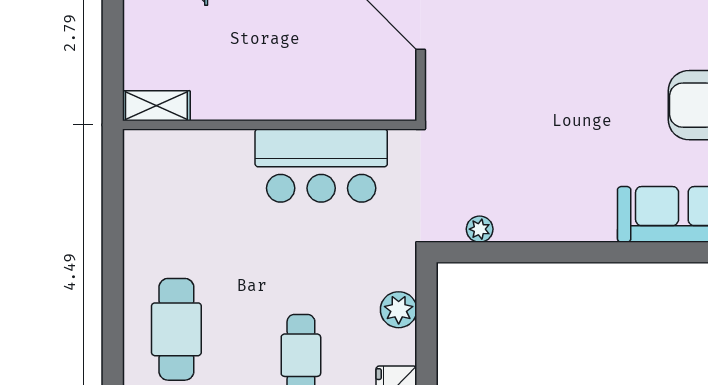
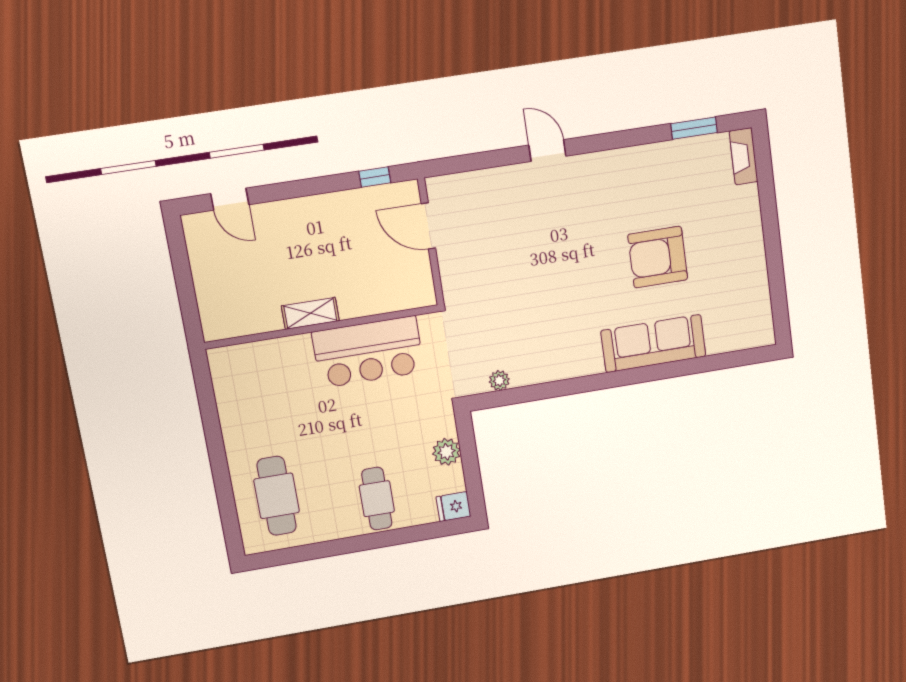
shelving: (156, 106) -> (310, 313), moved

